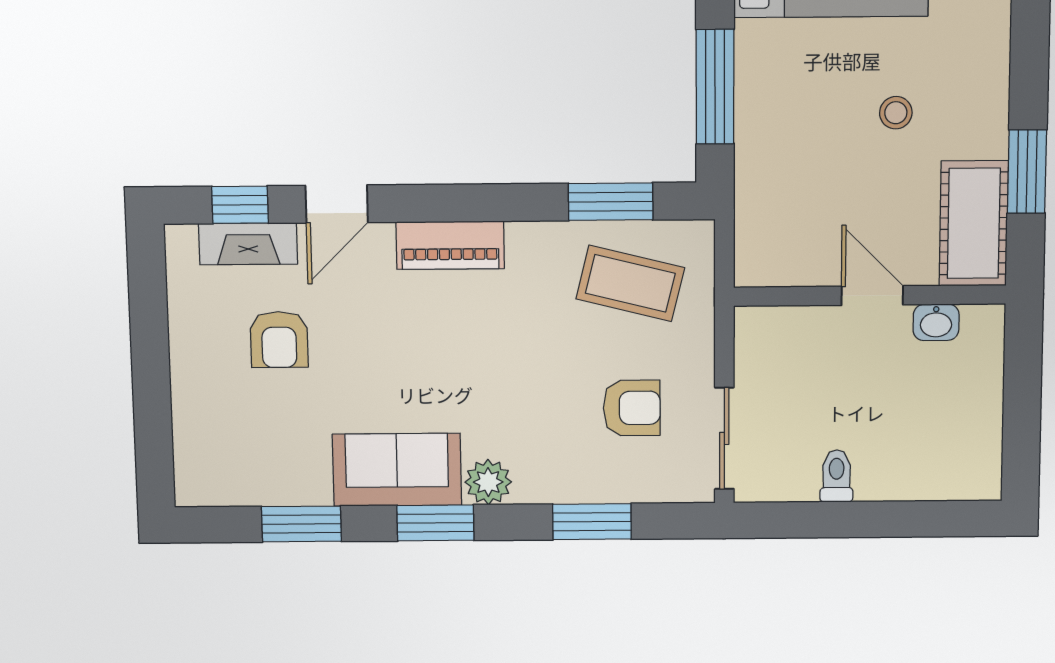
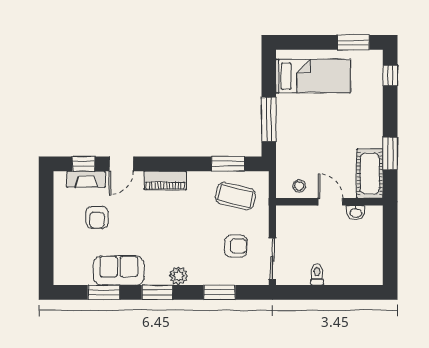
stool: (896, 113) -> (299, 186), moved
sofa: (397, 470) -> (119, 270), moved

